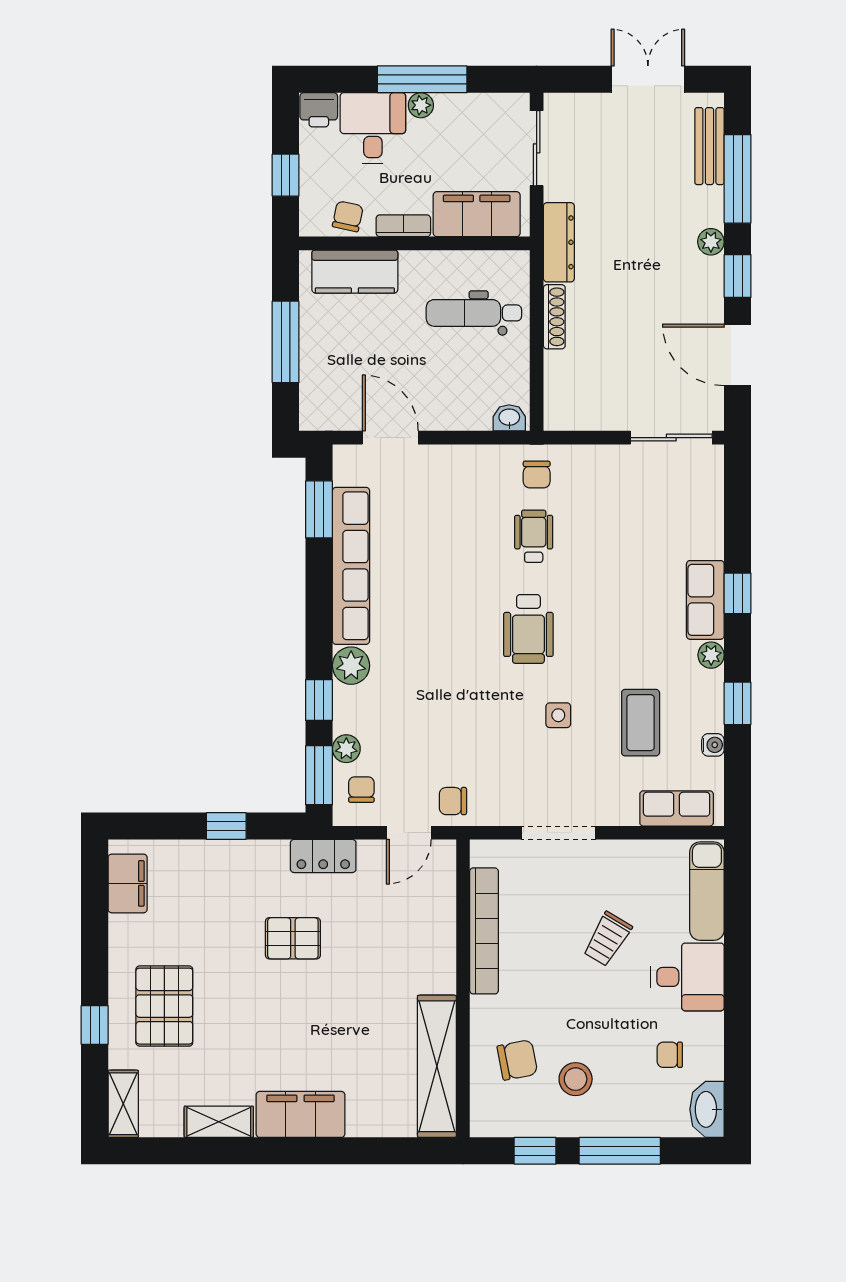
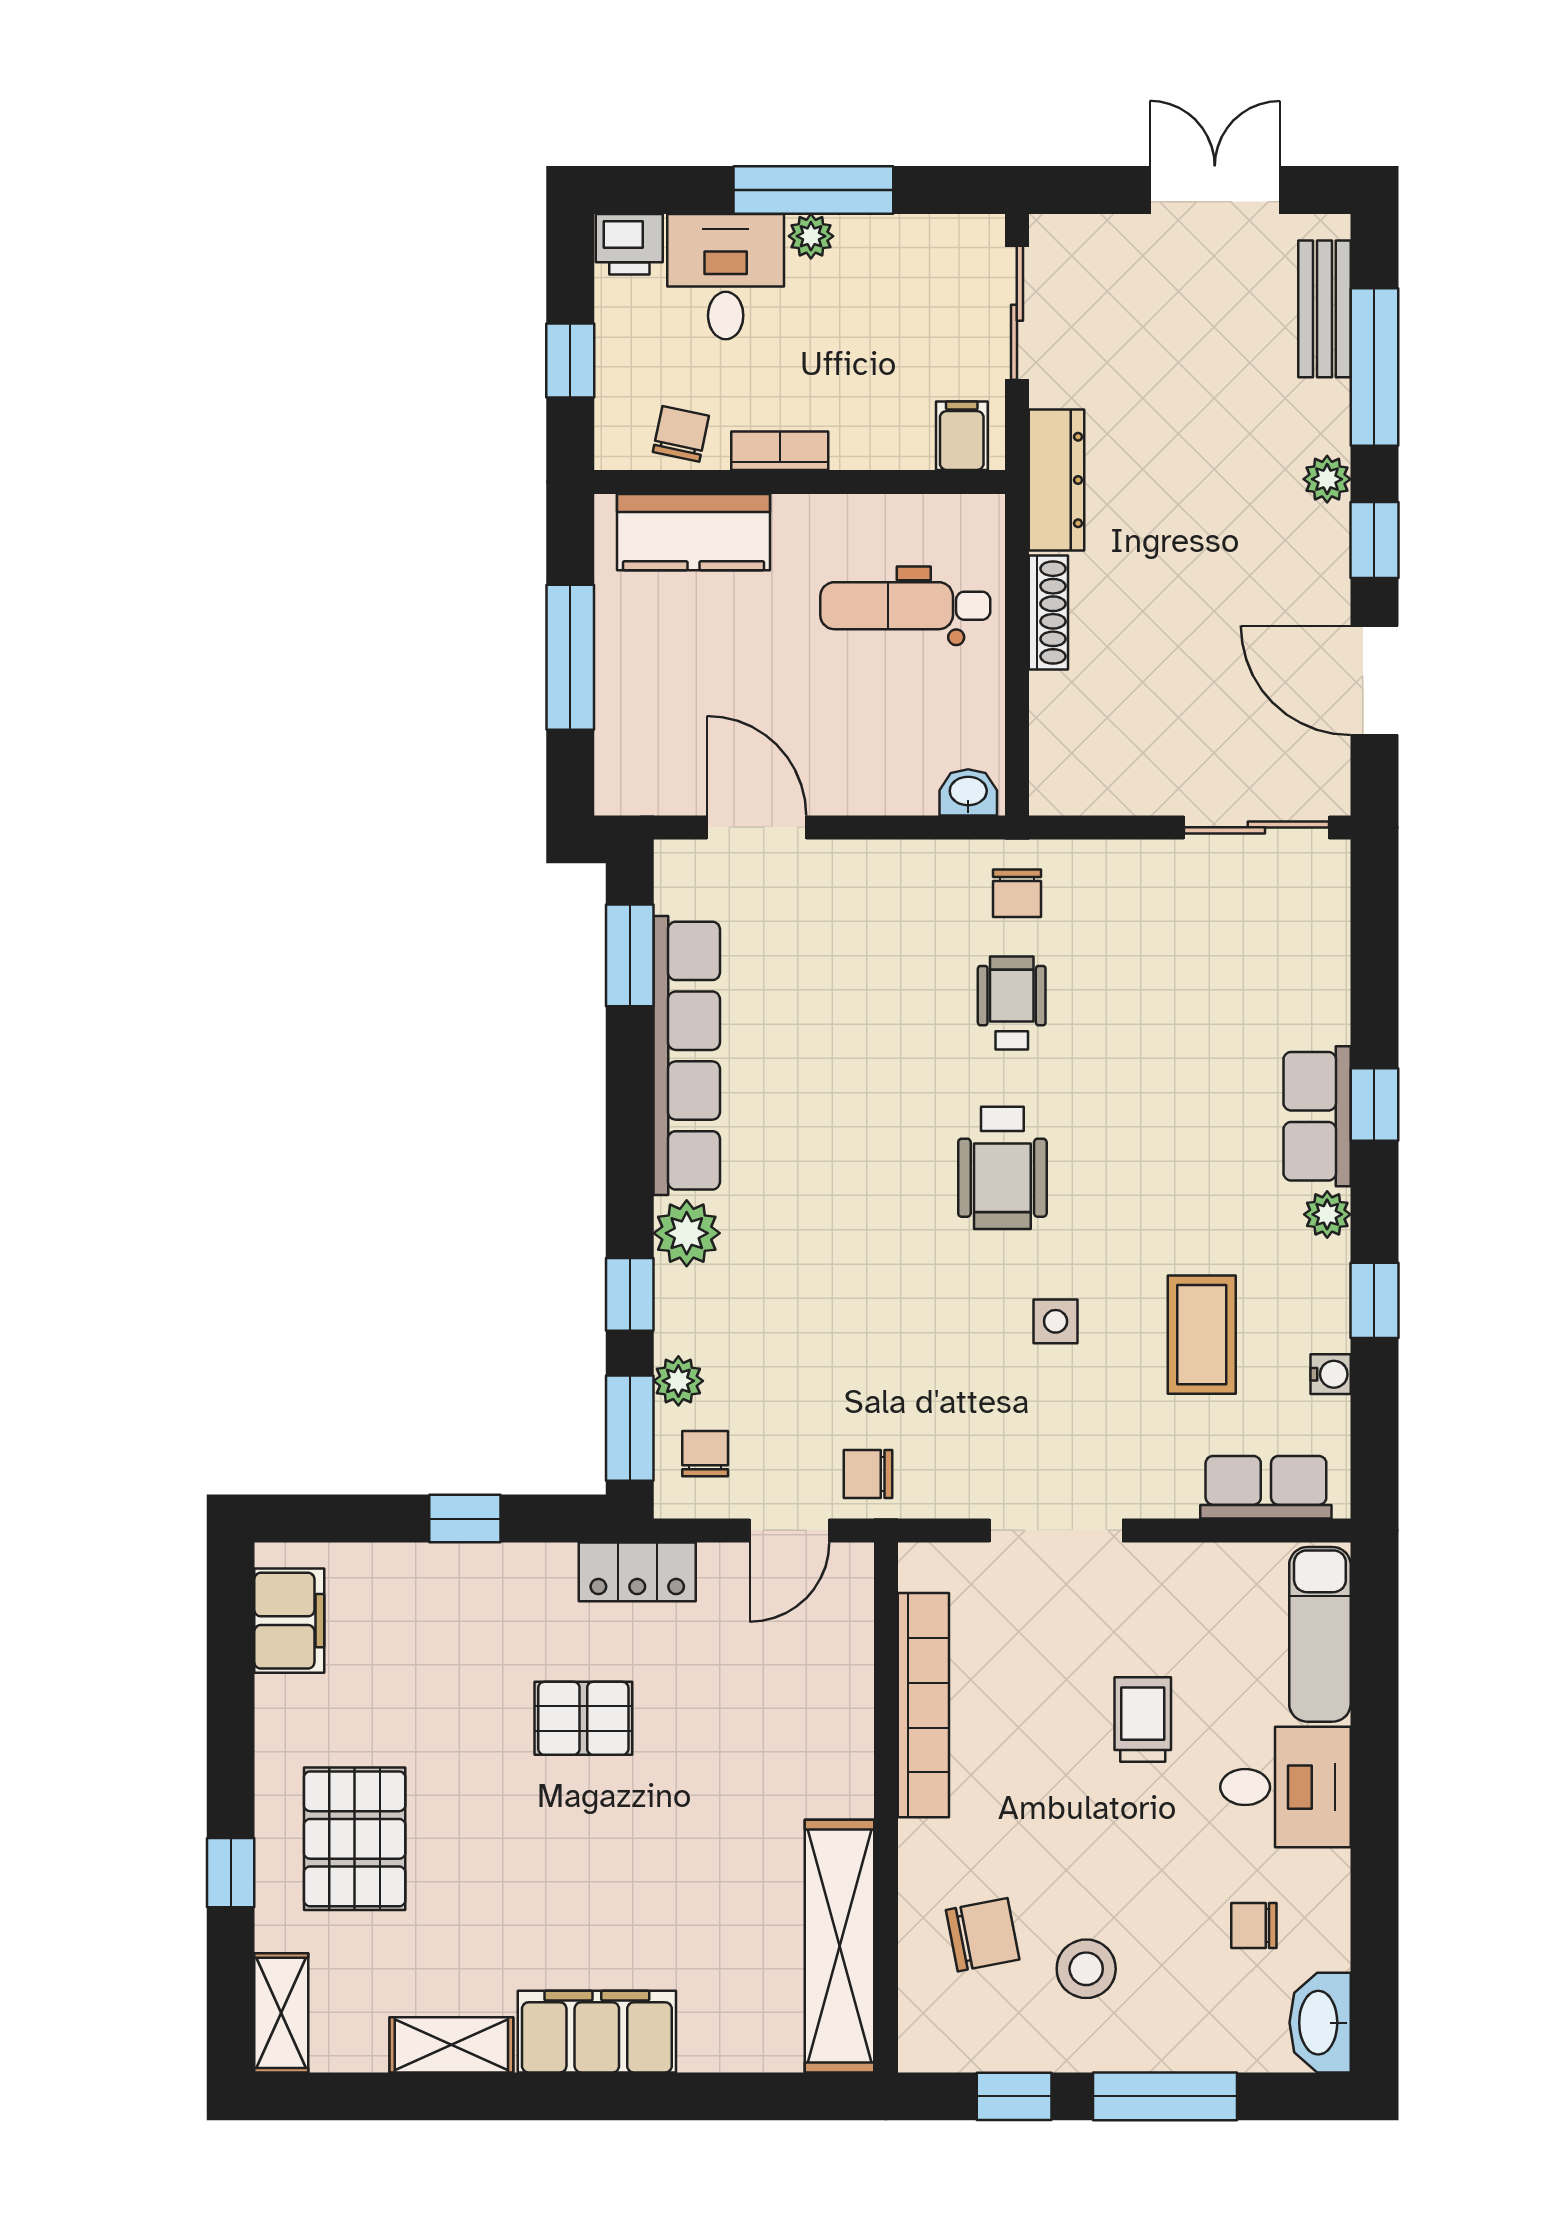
filing cabinet: (477, 214) -> (962, 436), width x0.33, depth x0.86
trolley: (607, 939) -> (1143, 1720), turned 149

